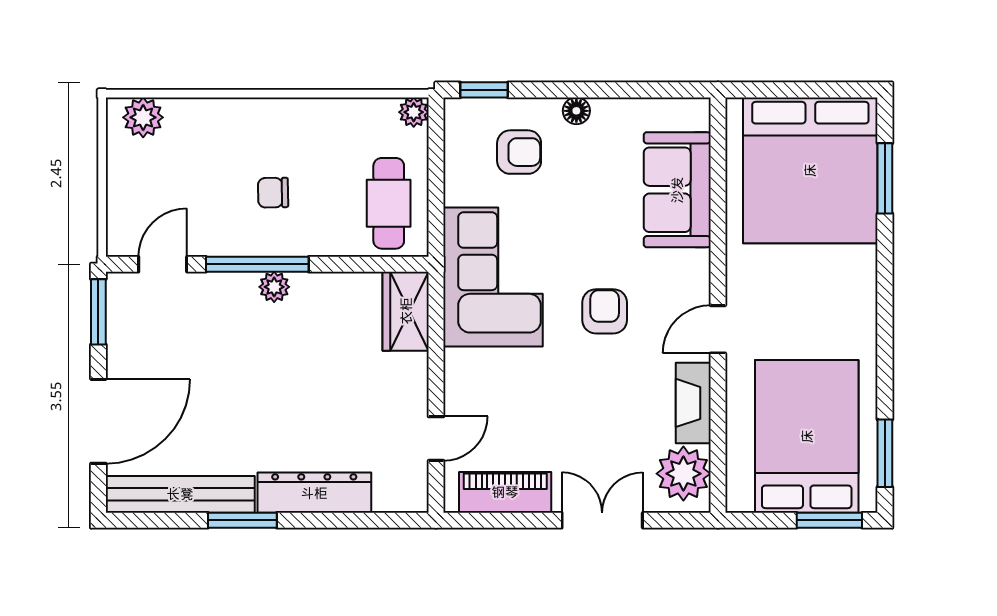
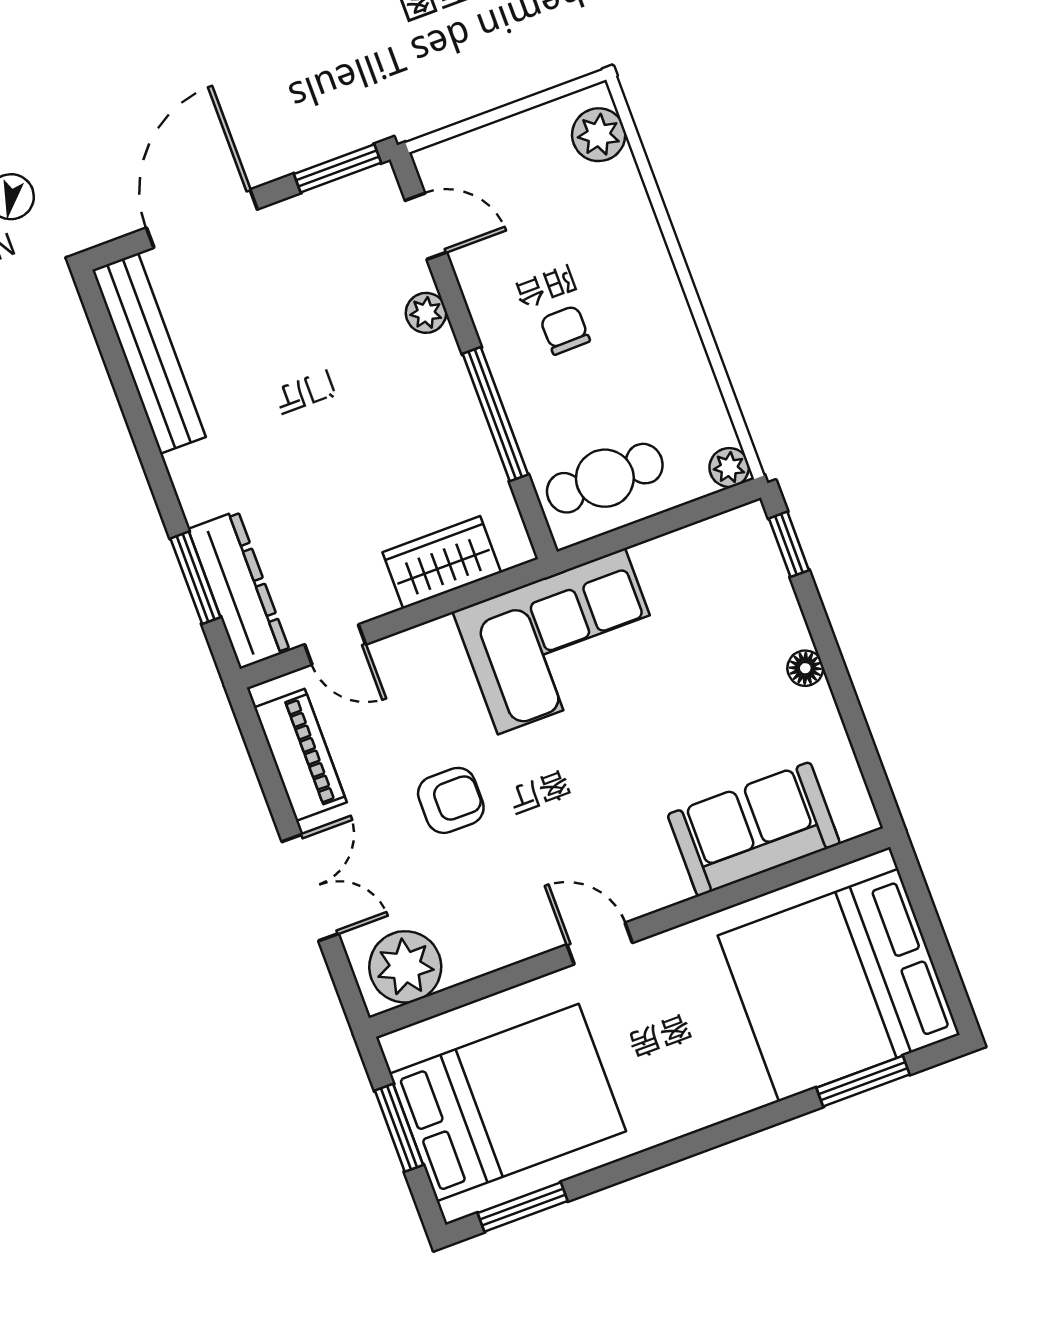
armchair: (519, 152) -> (728, 616), removed
window: (257, 264) -> (495, 414), moved
plant: (274, 287) -> (426, 313), moved
wardrobe: (406, 311) -> (442, 562), moved
armchair: (605, 311) -> (451, 800), moved
fireplace: (693, 403) -> (497, 947), removed
door: (98, 421) -> (202, 219), swing flipped
dresser: (314, 493) -> (239, 590), moved
window: (242, 520) -> (195, 578), moved
window: (829, 520) -> (399, 1128), moved

